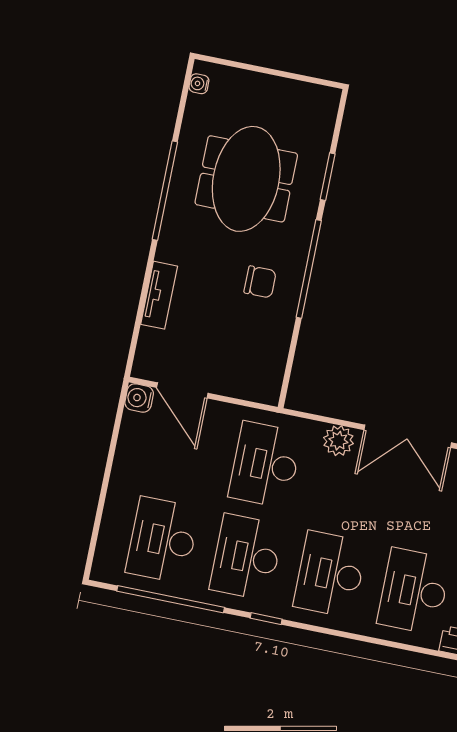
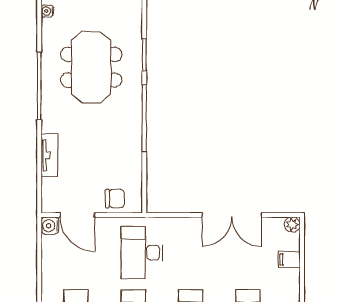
chair: (260, 282) -> (115, 199), moved
plant: (338, 441) -> (187, 227), removed

